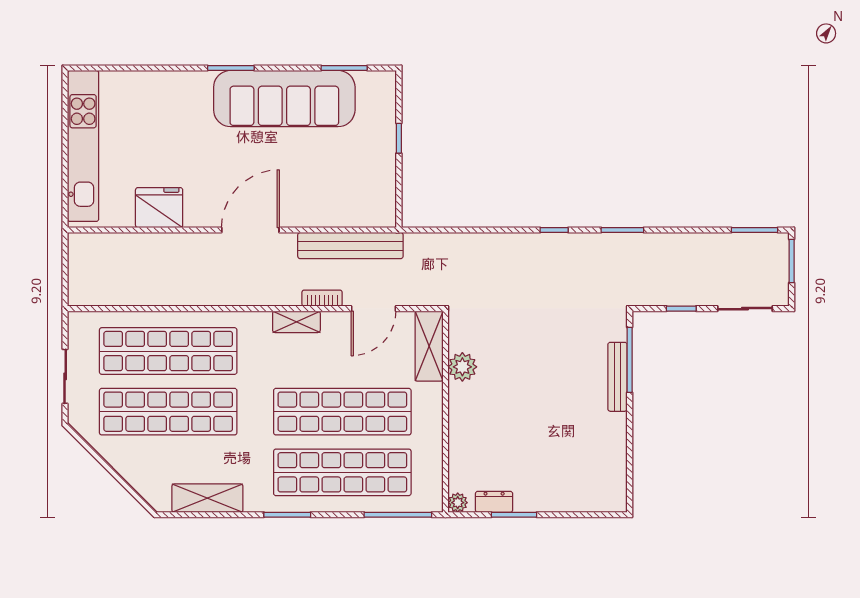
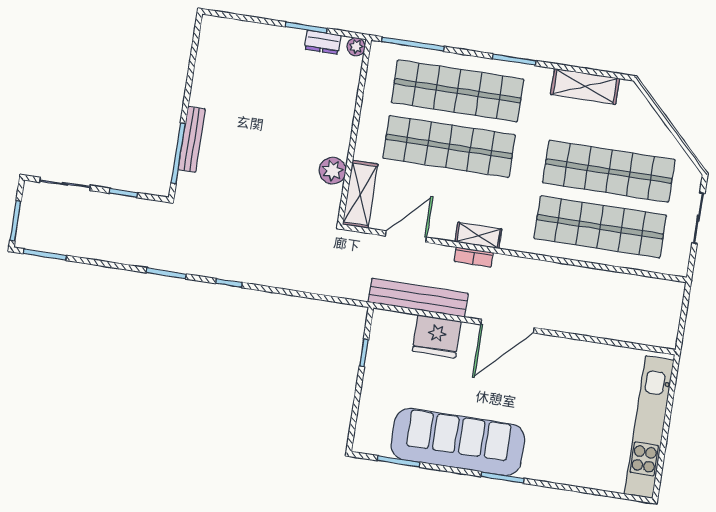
window: (399, 138) -> (364, 353), moved
fridge: (159, 208) -> (437, 336), moved
bookcase: (322, 298) -> (474, 257), moved

